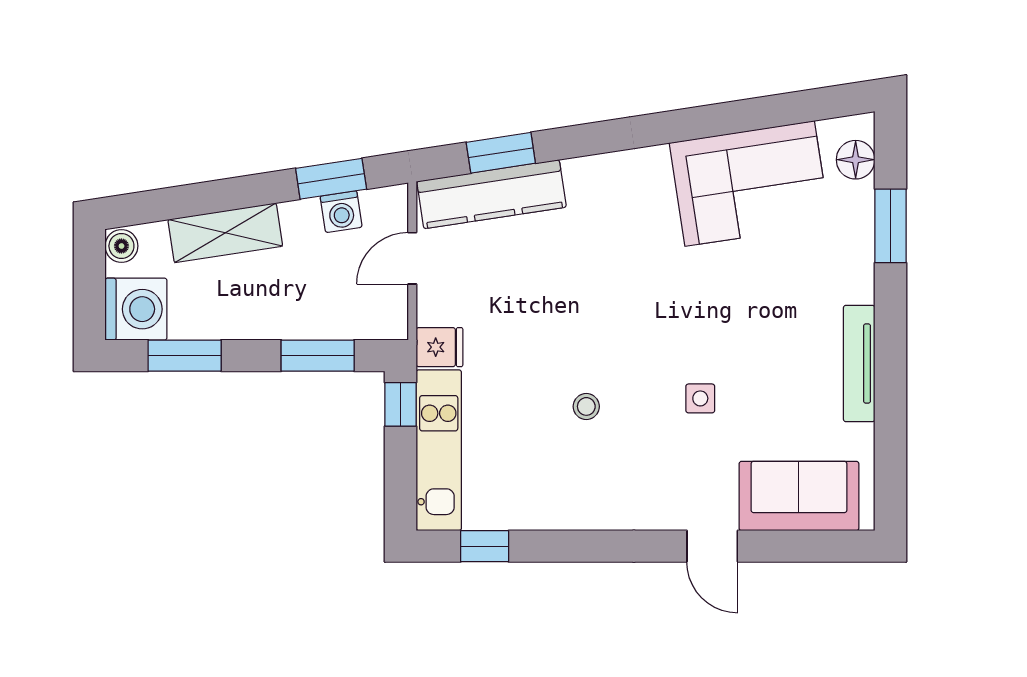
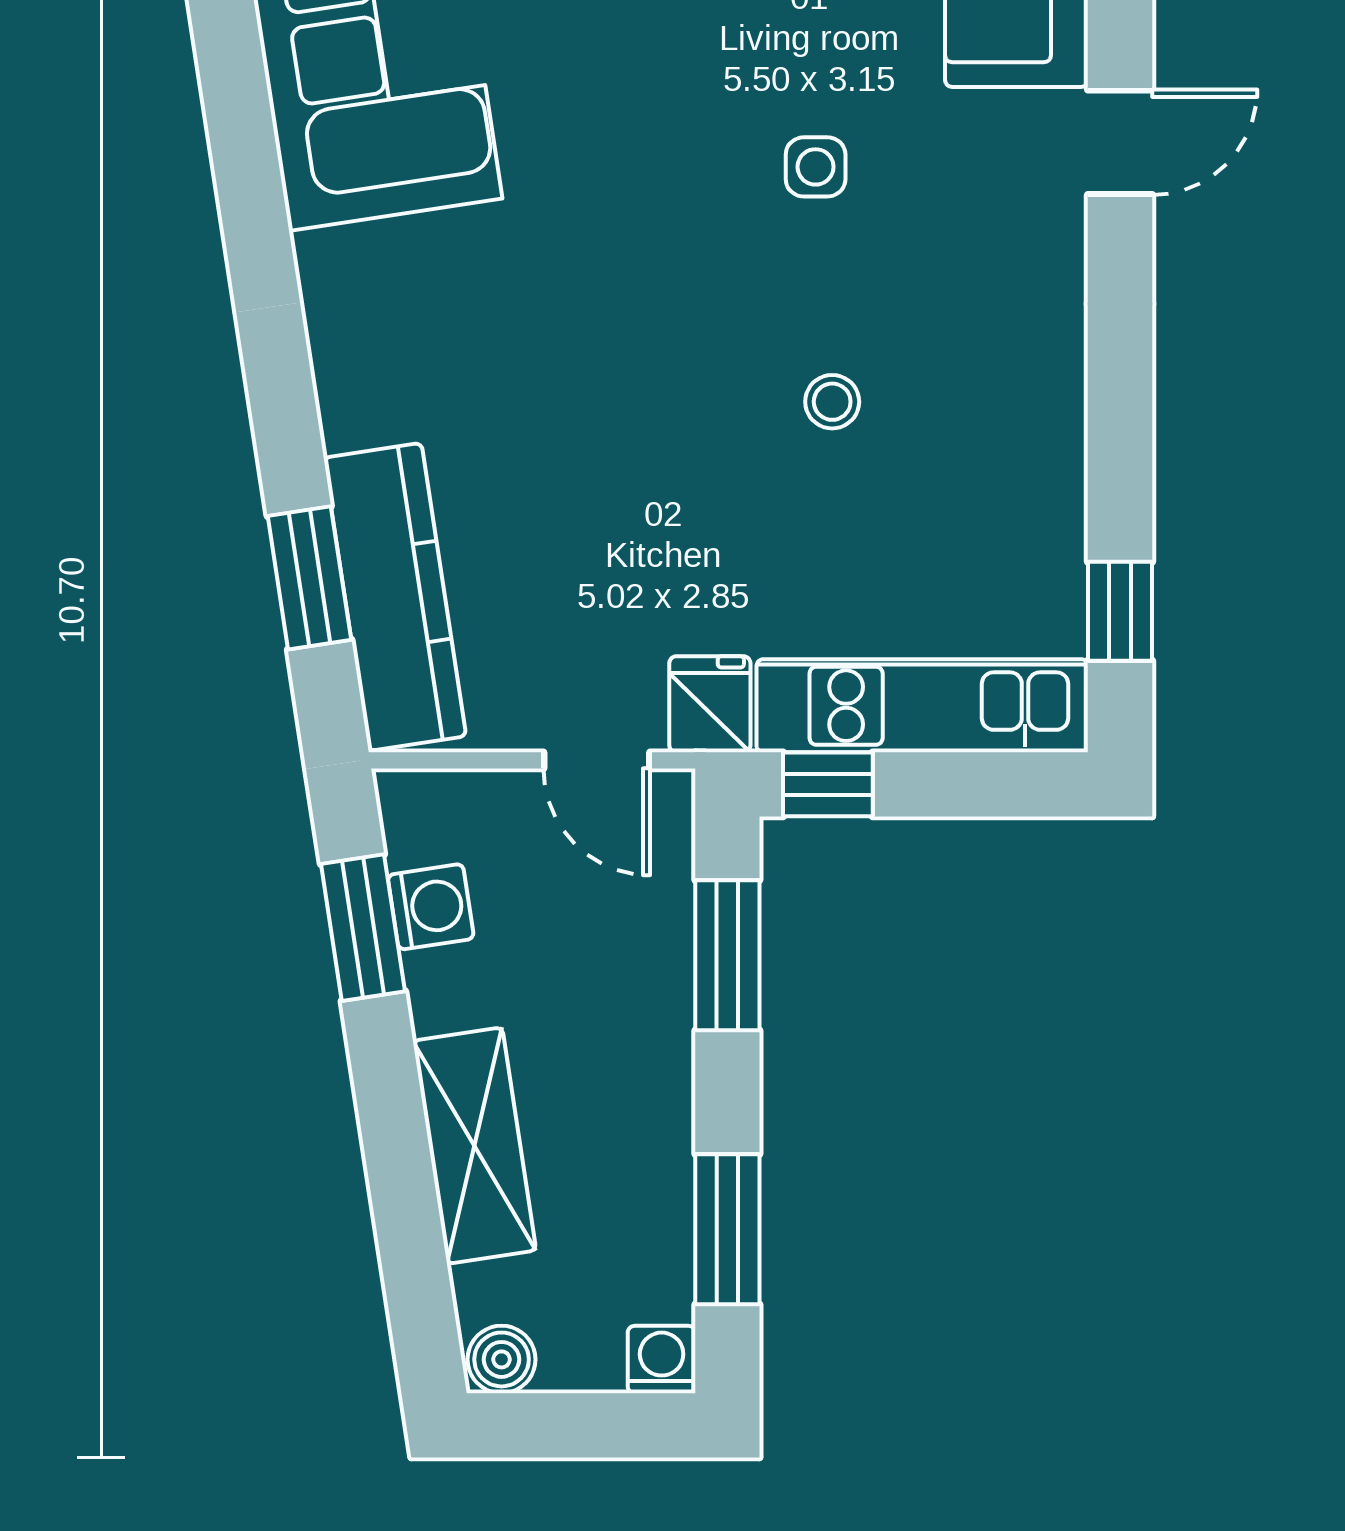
door: (412, 258) -> (597, 760), moved
washing machine: (136, 309) -> (662, 1359), width x0.53, depth x0.53

